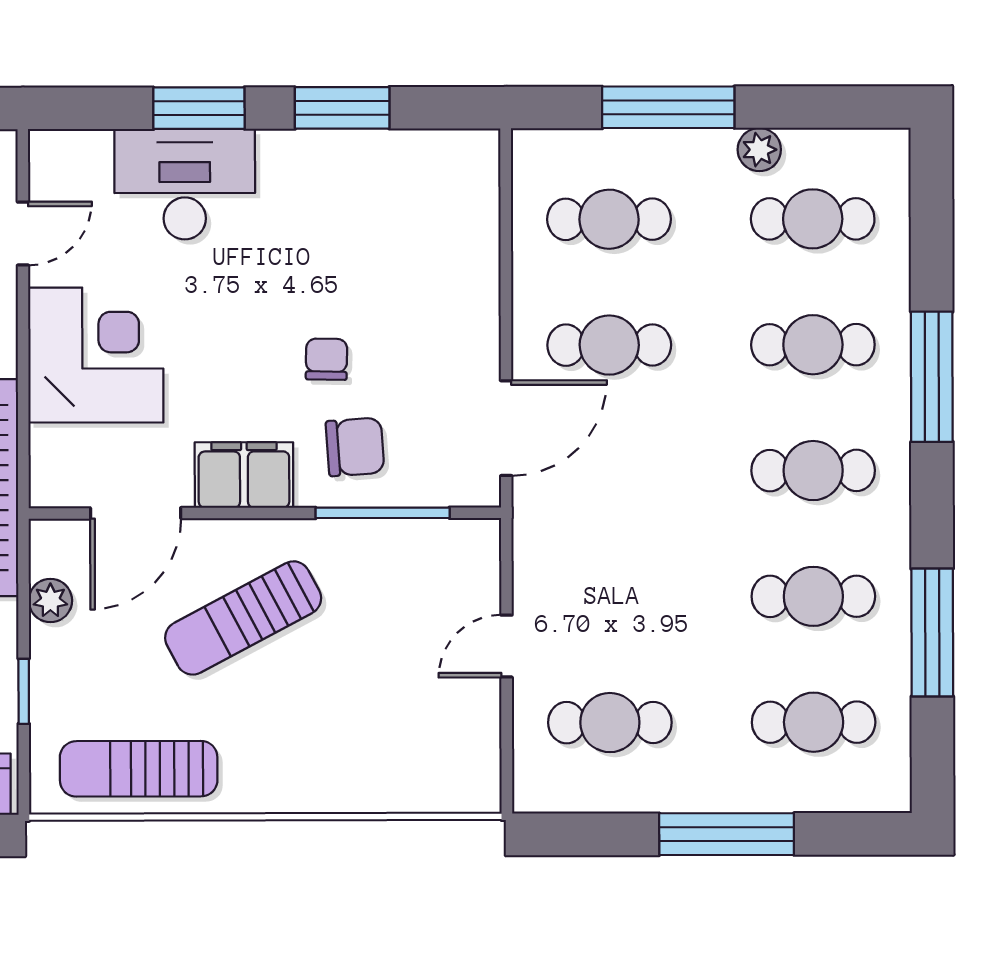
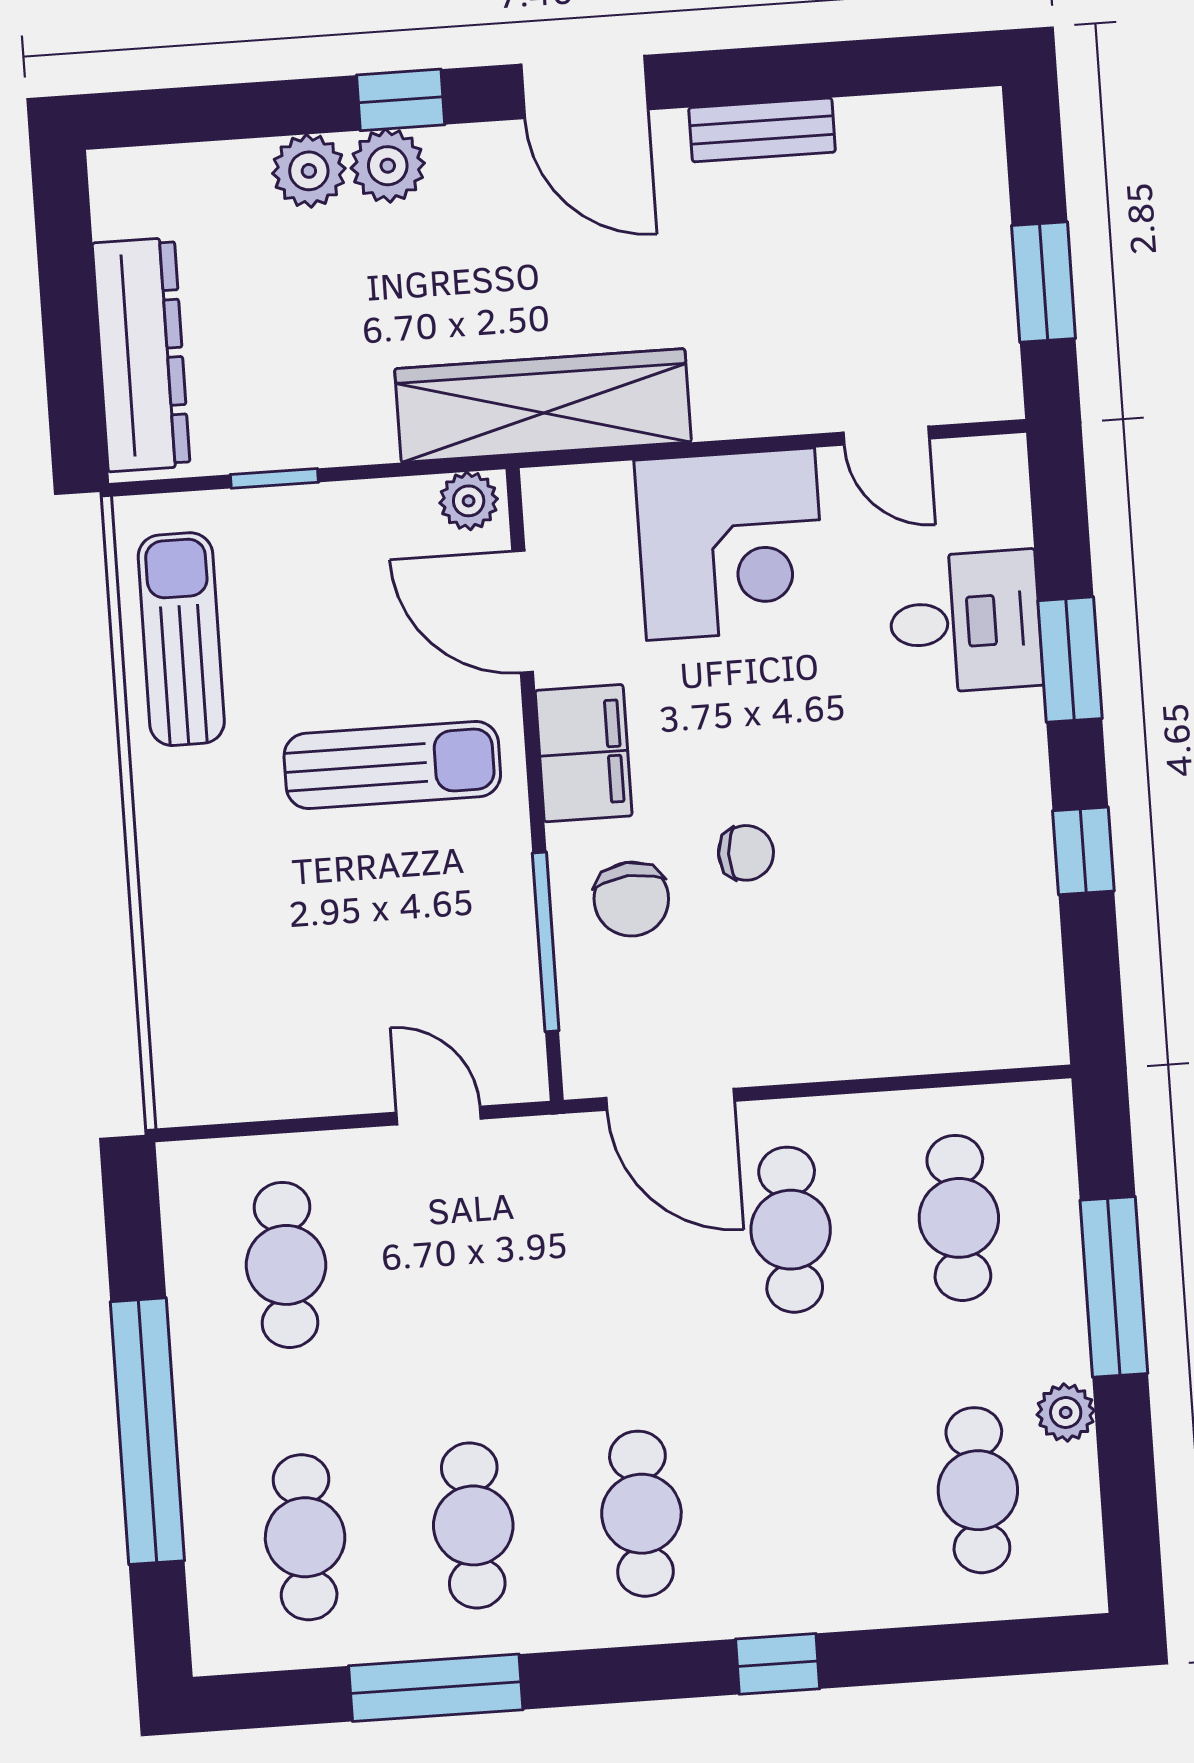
window: (342, 108) -> (1083, 851), width x0.67
desk: (185, 184) -> (965, 622), width x0.73
cafe table: (813, 345) -> (810, 1502), removed
window: (932, 377) -> (778, 1664), width x0.46
plant: (50, 600) -> (469, 501), moved
sun lounger: (243, 618) -> (392, 765), turned 118
door: (507, 646) -> (439, 1116), moved
window: (727, 834) -> (147, 1431), width x1.46

